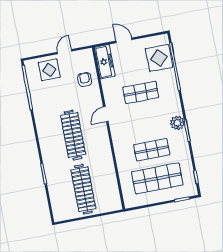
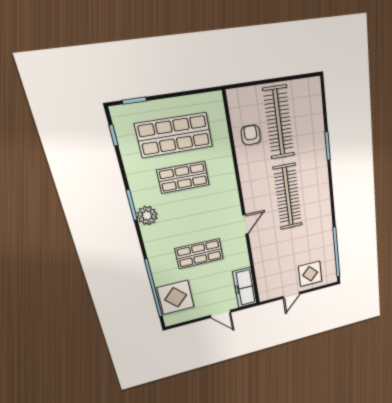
armchair: (85, 80) -> (251, 135), moved, turned 180

